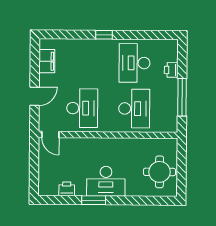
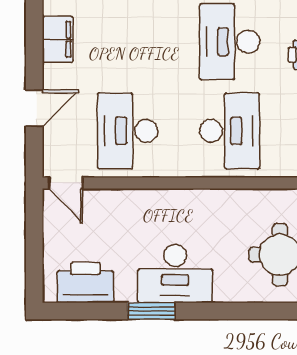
desk: (82, 108) -> (128, 131), turned 180
printer: (67, 189) -> (85, 283), width x1.87, depth x1.48

